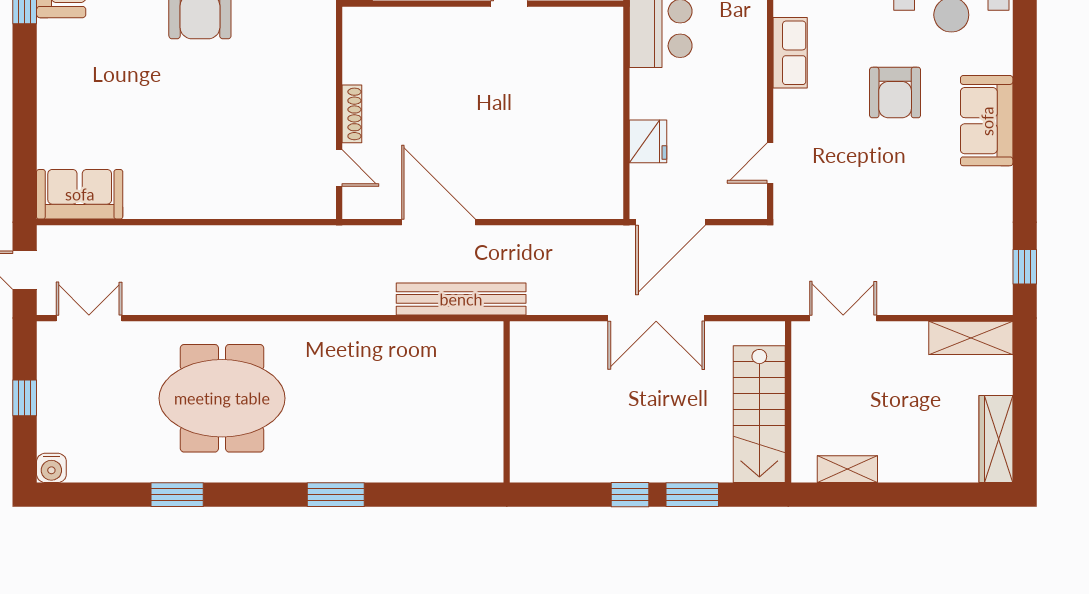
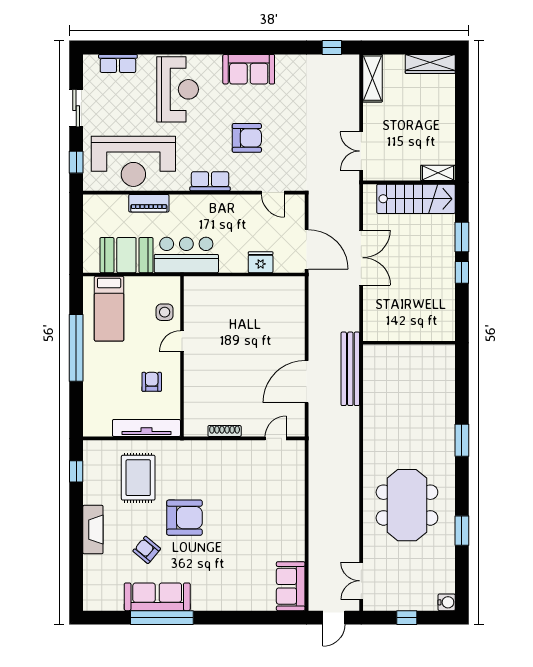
armchair: (895, 92) -> (247, 138), moved
shoe rack: (352, 114) -> (225, 431), moved
shelving: (847, 469) -> (438, 173), moved, turned 90

